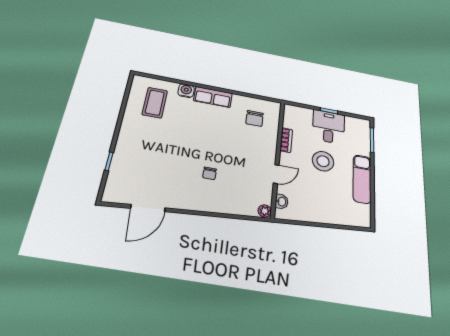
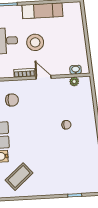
coffee table: (155, 103) -> (19, 177), turned -41
door: (276, 174) -> (44, 77), moved
plant: (265, 211) -> (74, 81), moved

